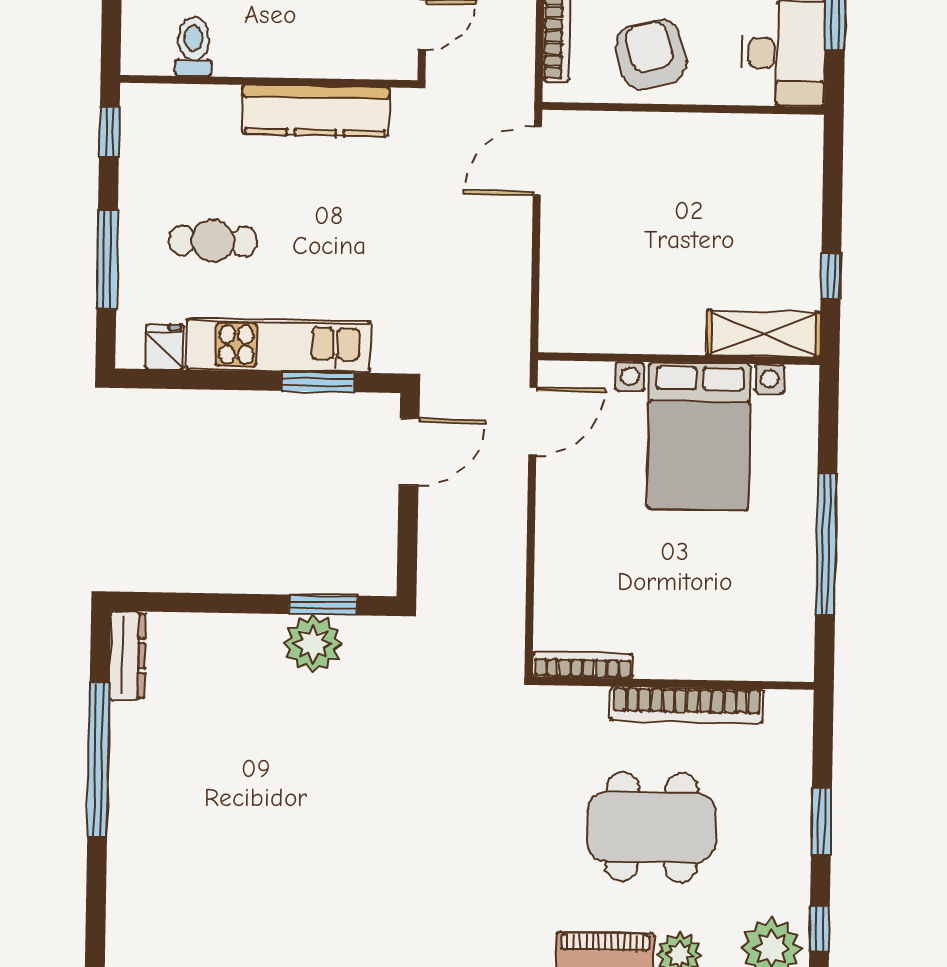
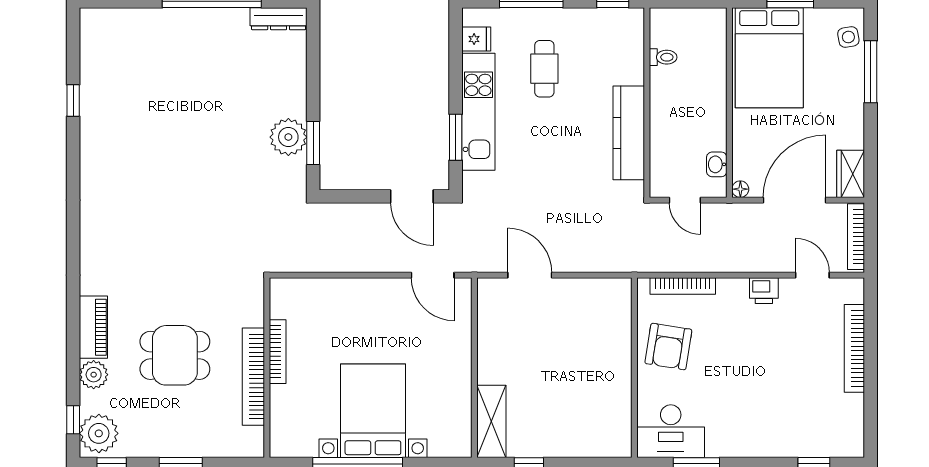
toilet: (193, 47) -> (663, 57), width x0.73, depth x0.72
armchair: (651, 54) -> (668, 346), turned 114
door: (537, 161) -> (530, 275), moved
bed with nightstands: (699, 436) -> (373, 411), moved, turned 90
bookcase: (583, 665) -> (278, 352), moved
dining table: (651, 827) -> (175, 355), width x0.73

